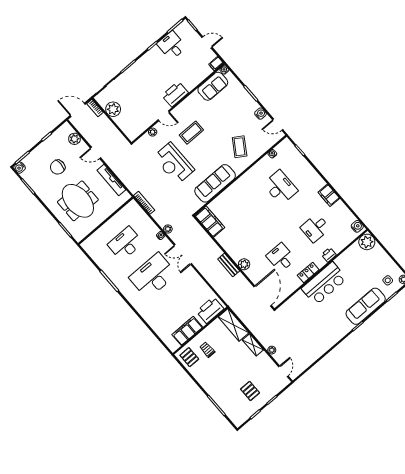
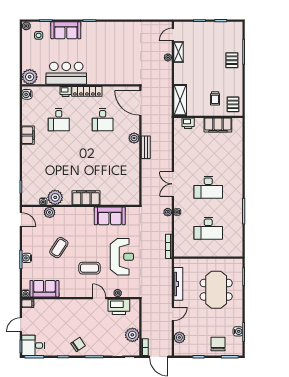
door: (207, 42) -> (21, 325), hinge flipped
desk: (172, 45) -> (33, 345), moved, turned 90
chair: (149, 65) -> (78, 344), added
printer: (175, 94) -> (119, 307), moved
water cooler: (260, 114) -> (27, 258), moved
coffee table: (240, 147) -> (59, 248), moved
plant: (260, 149) -> (50, 212), added
door: (96, 153) -> (173, 314), hinge flipped
plant: (266, 165) -> (55, 197), added
chair: (58, 167) -> (218, 344), moved, turned -90
water cooler: (20, 168) -> (238, 331), moved
sofa: (215, 183) -> (110, 216), width x0.73
desk: (280, 187) -> (59, 172), removed
filing cabinet: (210, 222) -> (86, 198), moved, turned 90
desk: (315, 228) -> (59, 120), turned 90
double door: (183, 254) -> (173, 184), swing flipped
locker: (308, 272) -> (87, 91), width x1.53
desk: (153, 276) -> (208, 187), width x0.73, depth x0.77
bar counter: (324, 284) -> (66, 73), moved
door: (263, 296) -> (140, 103), hinge flipped
sofa: (366, 306) -> (66, 30), width x0.73
printer: (210, 310) -> (188, 123), width x0.53, depth x0.68
shelving: (253, 345) -> (179, 52), moved
pallet: (250, 391) -> (232, 60), moved

